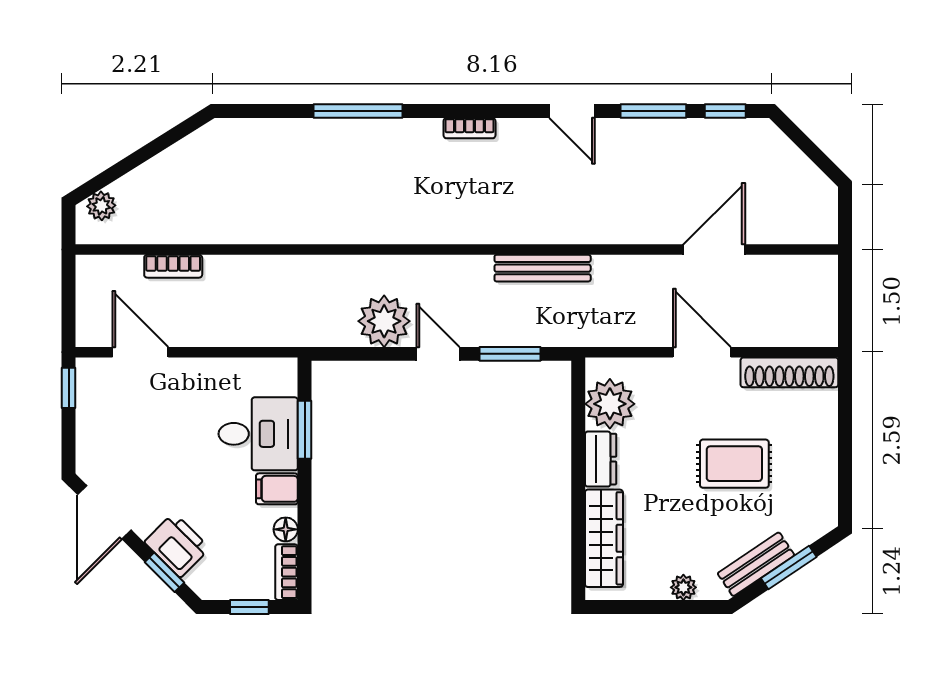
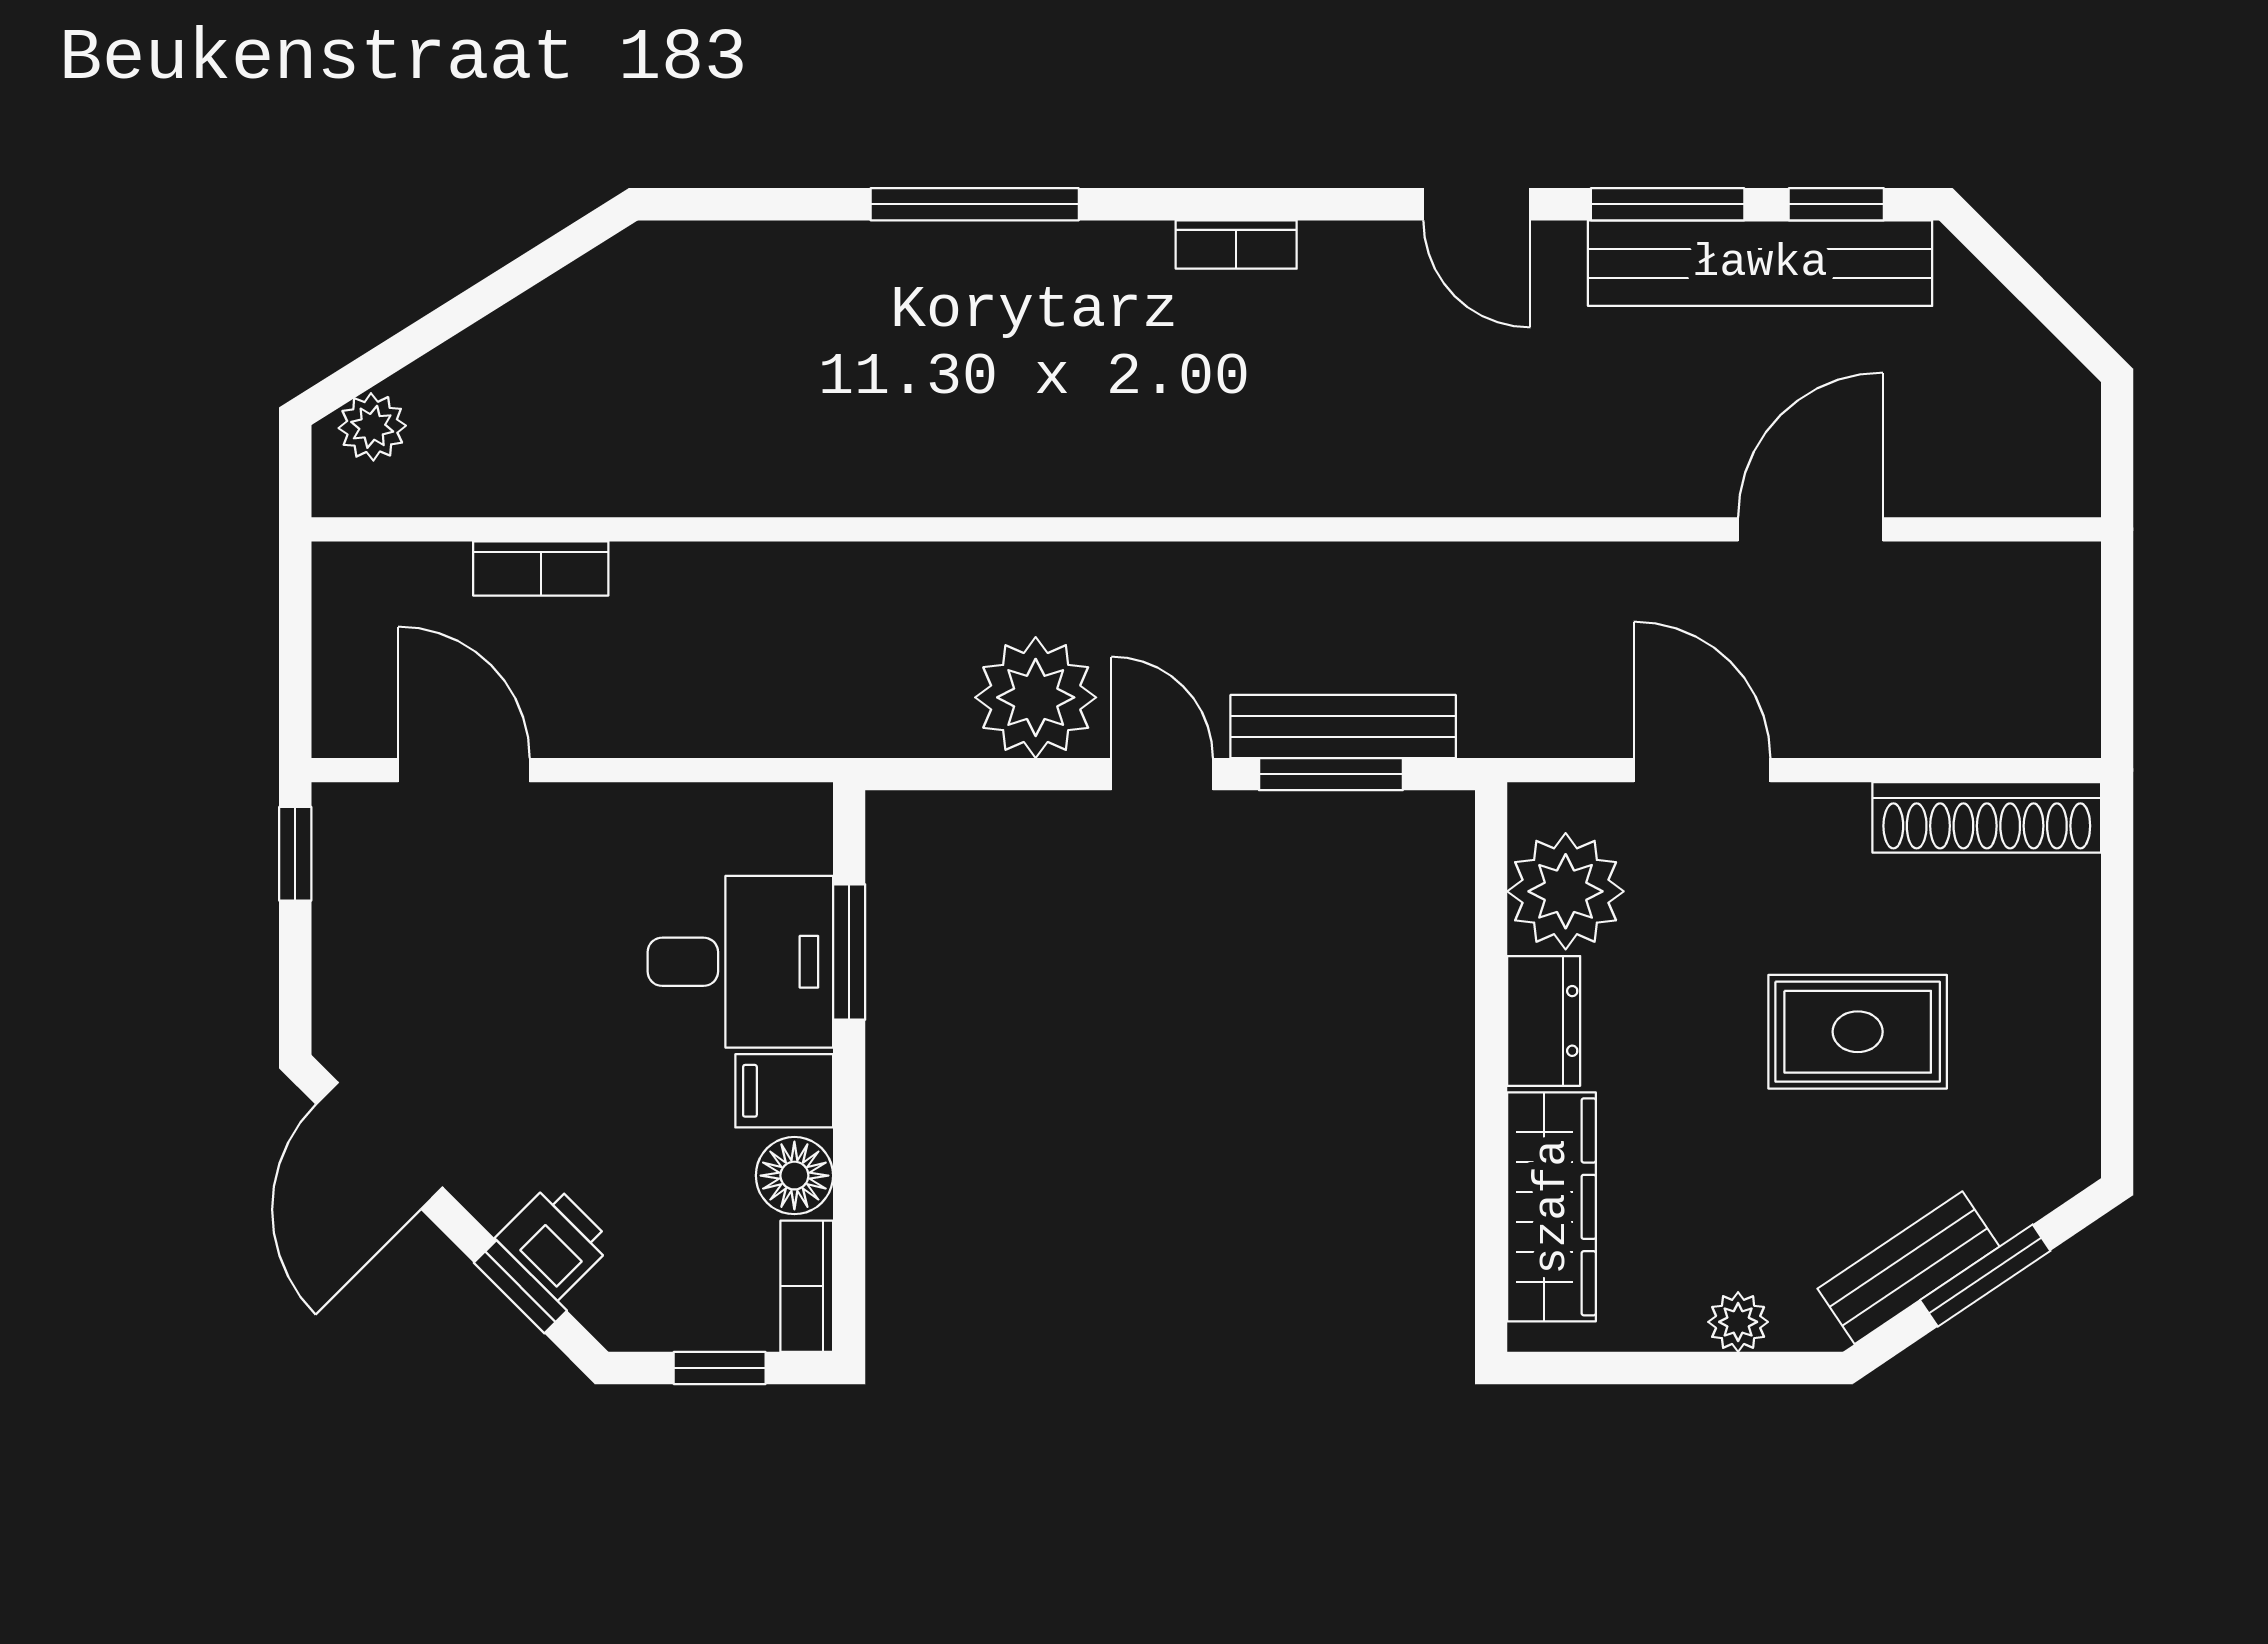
bench: (693, 136) -> (1760, 263), added
bench: (543, 268) -> (1343, 726), moved
door: (702, 352) -> (1702, 770), moved
floor lamp: (286, 529) -> (794, 1176), width x1.37, depth x1.37
printer: (177, 545) -> (555, 1241), width x0.73, depth x0.81

